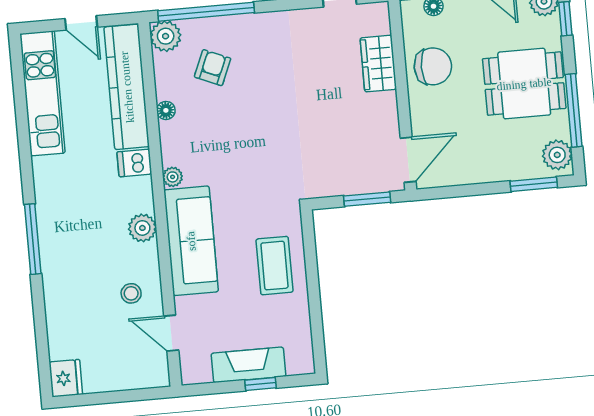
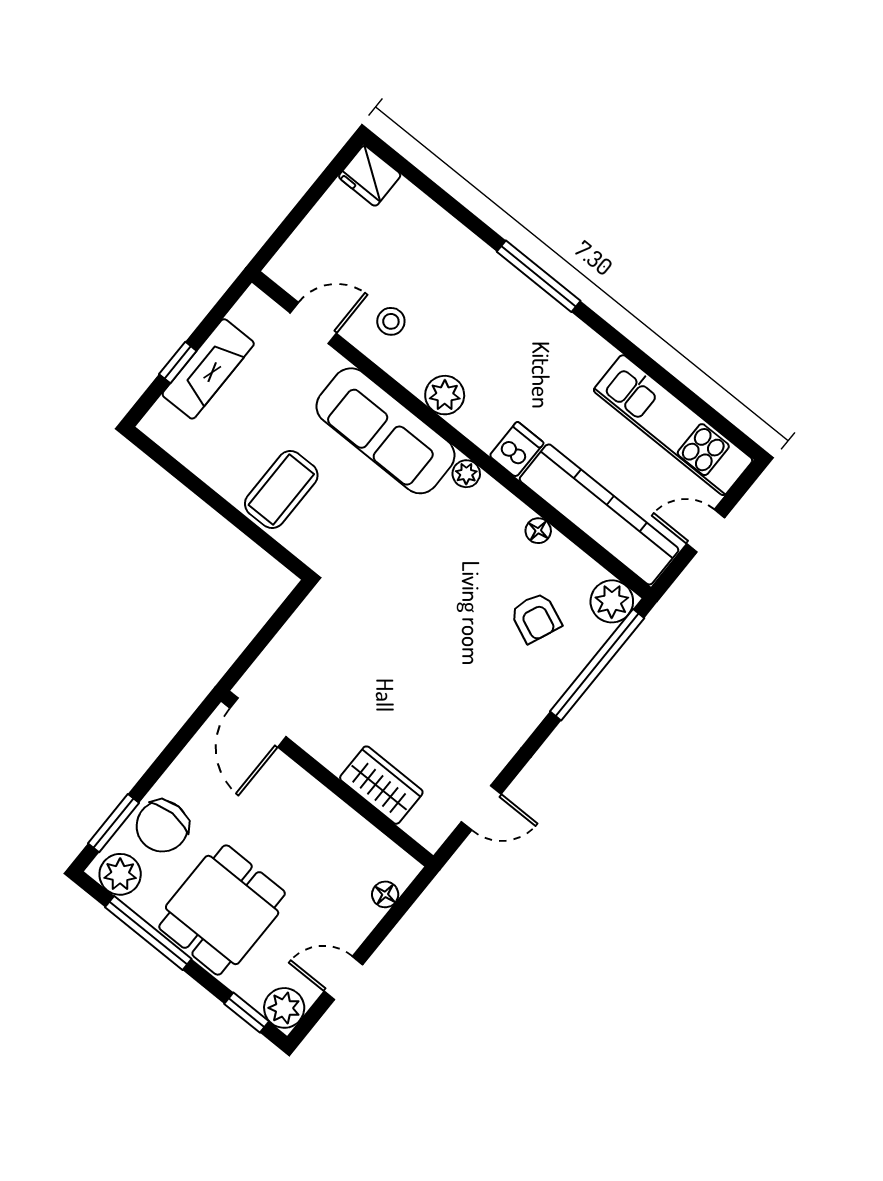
chair: (433, 66) -> (162, 826), moved
window: (367, 199) -> (258, 644), removed
coffee table: (275, 266) -> (281, 490), turned 90

